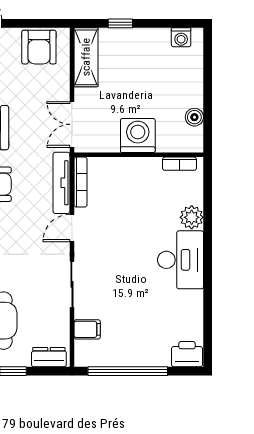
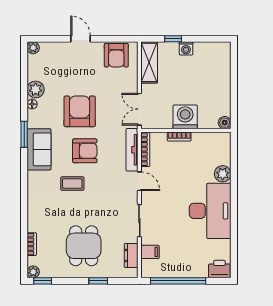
washing machine: (181, 37) -> (186, 48), moved
boiler: (194, 117) -> (225, 123), moved
bookcase: (179, 164) -> (179, 136), moved
door: (72, 228) -> (139, 181), swing flipped
desk: (181, 260) -> (210, 211), width x1.36, depth x1.30
dresser: (49, 357) -> (131, 255), moved, turned -90

